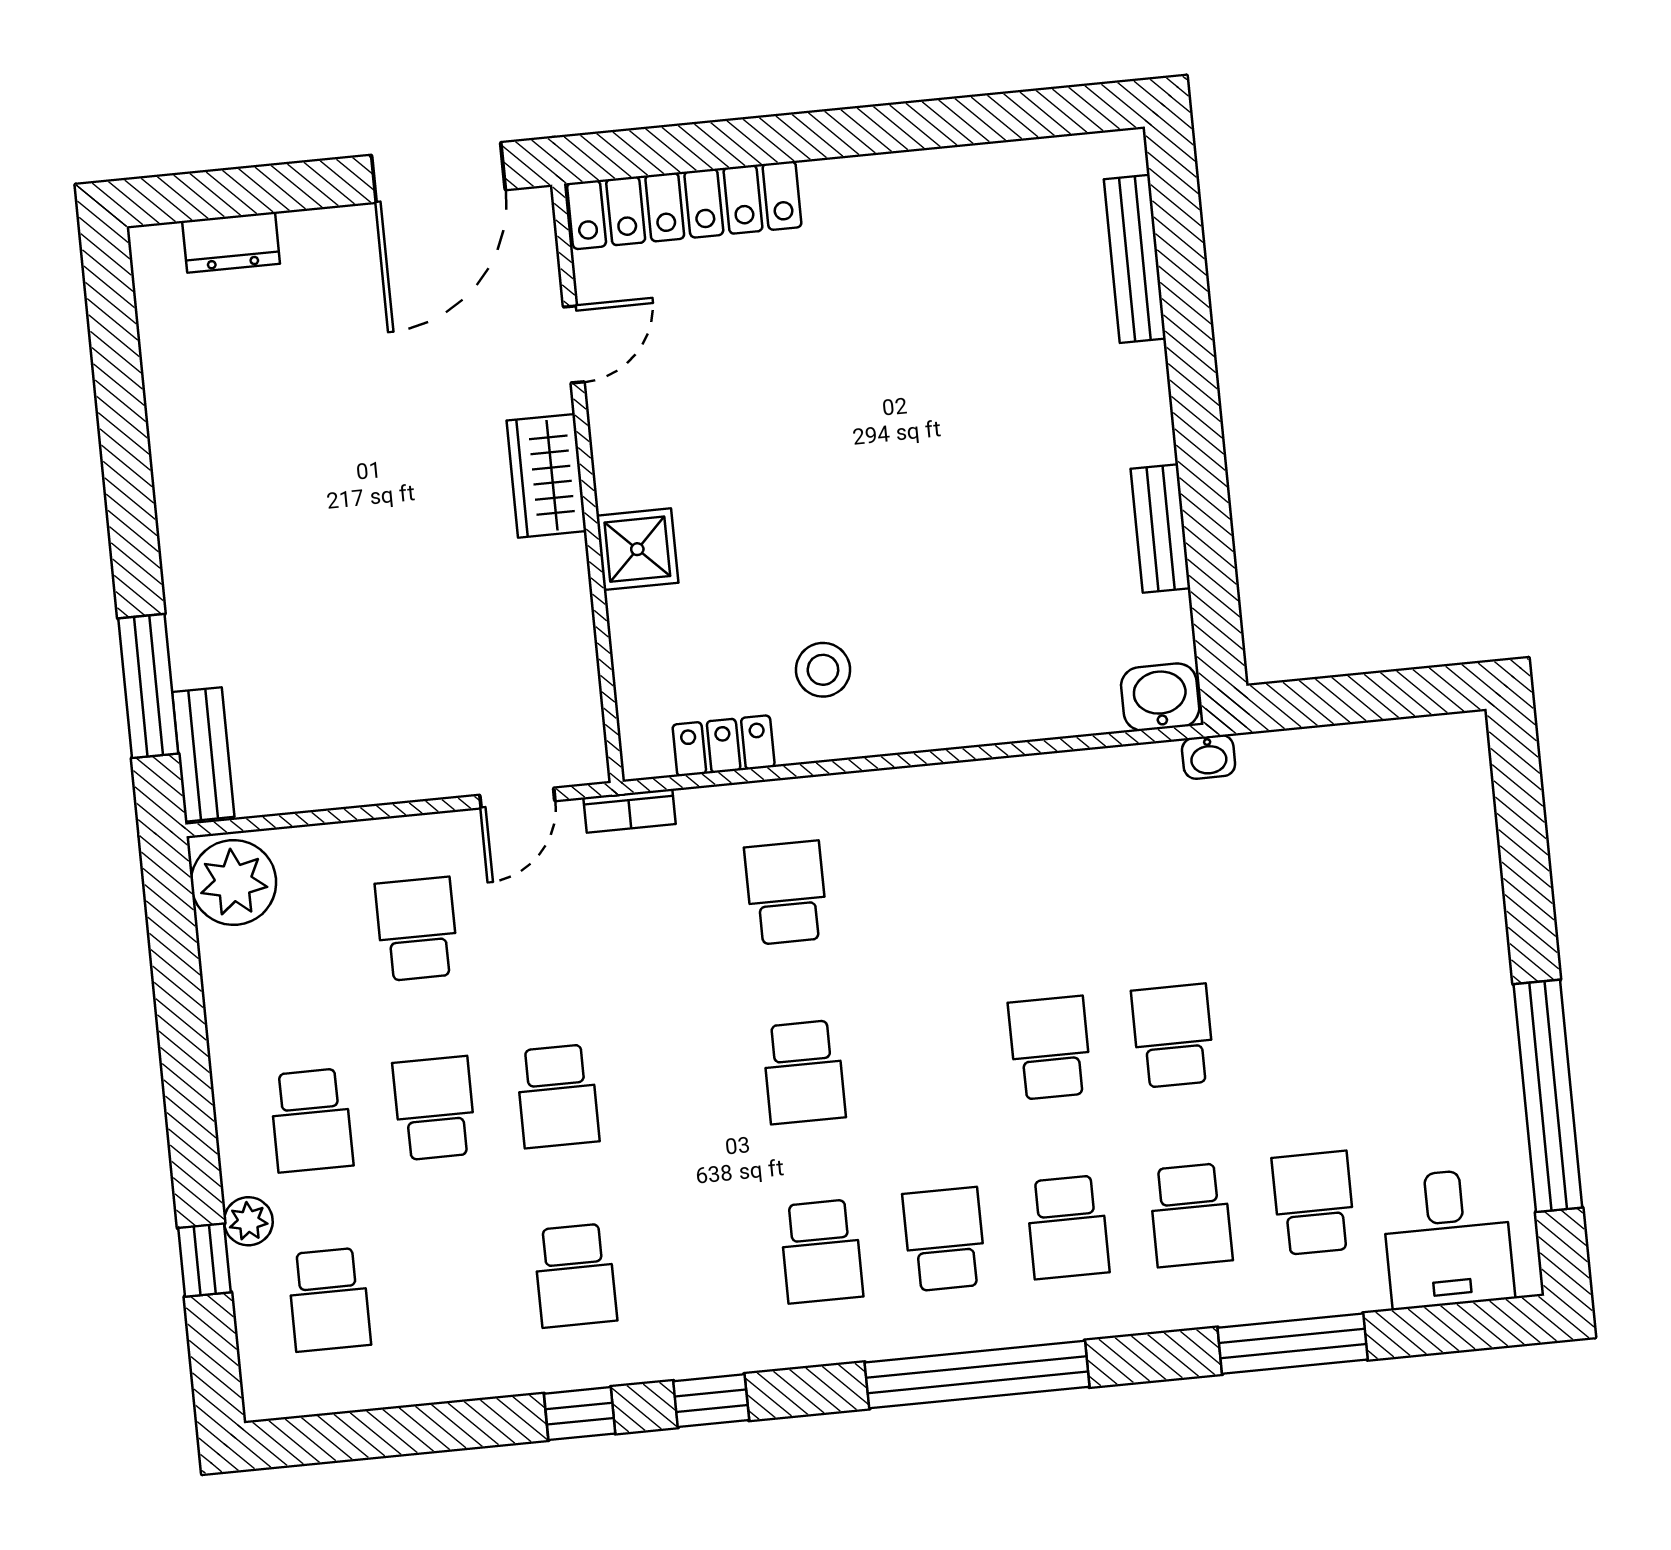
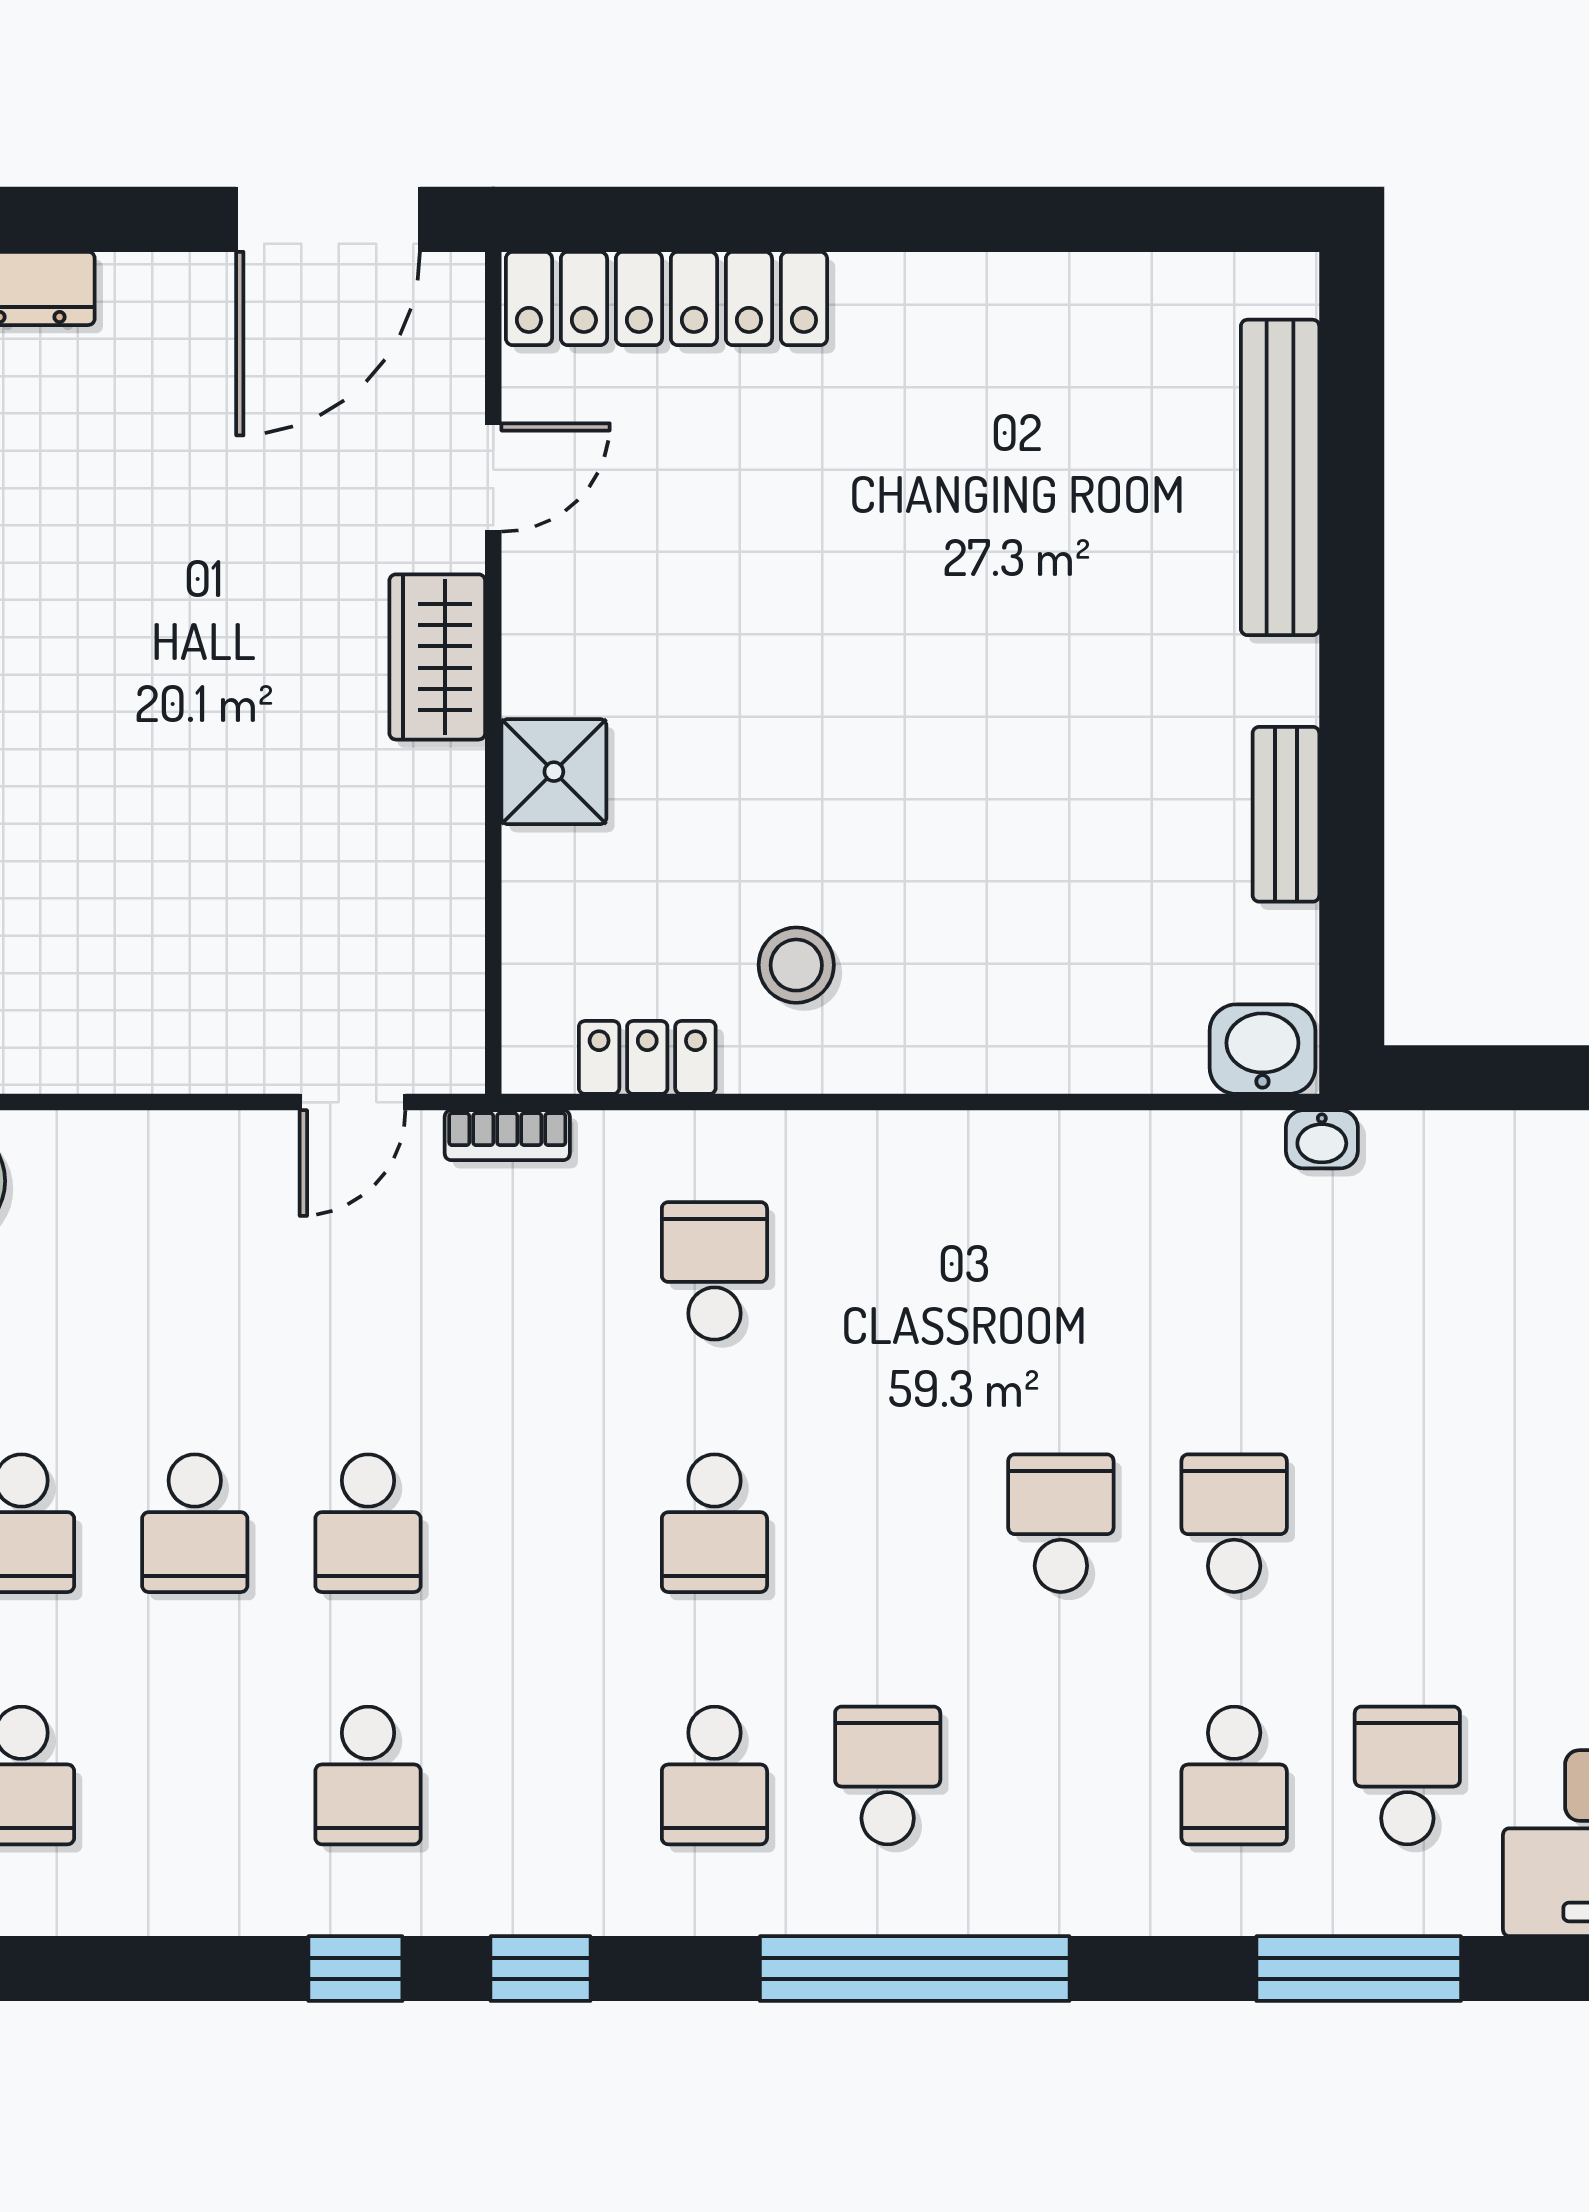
bench: (1135, 259) -> (1280, 477), width x1.37, depth x1.21
school desk: (417, 929) -> (195, 1271), removed
school desk: (434, 1108) -> (195, 1523), turned 180
school desk: (1067, 1227) -> (1061, 1775), removed

